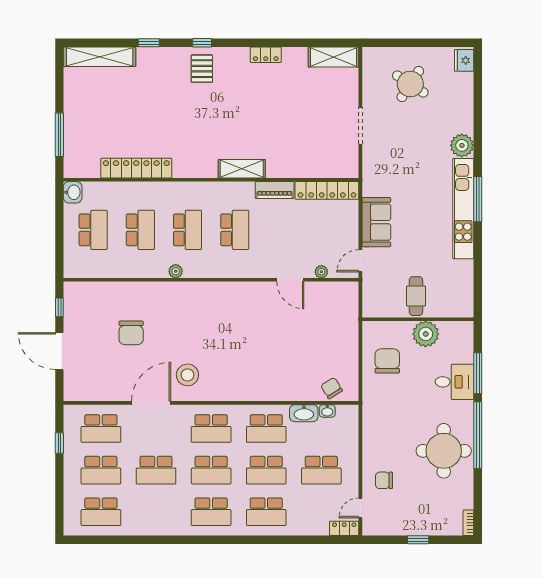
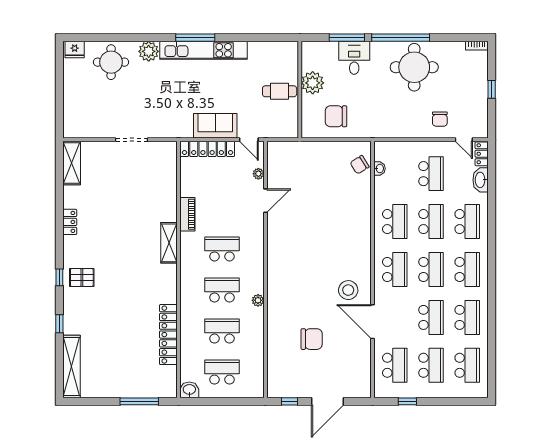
round table: (410, 84) -> (111, 62), moved, turned -33
locker: (327, 190) -> (208, 149), moved, turned 90
washbasin: (304, 413) -> (481, 180), moved, turned 180
school desk: (156, 512) -> (467, 317), added

